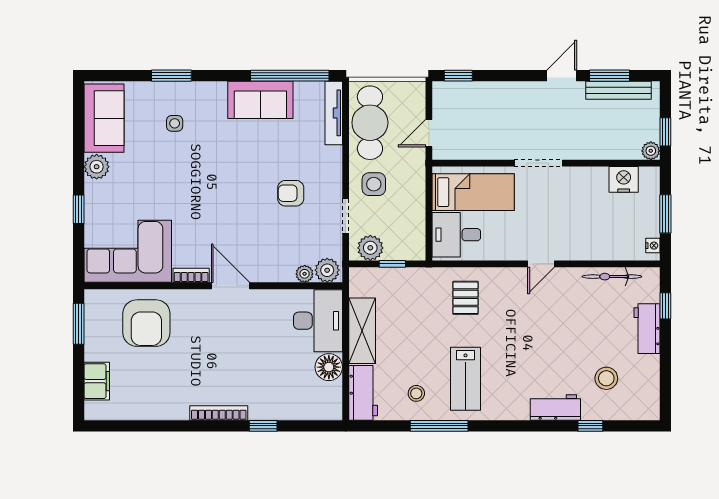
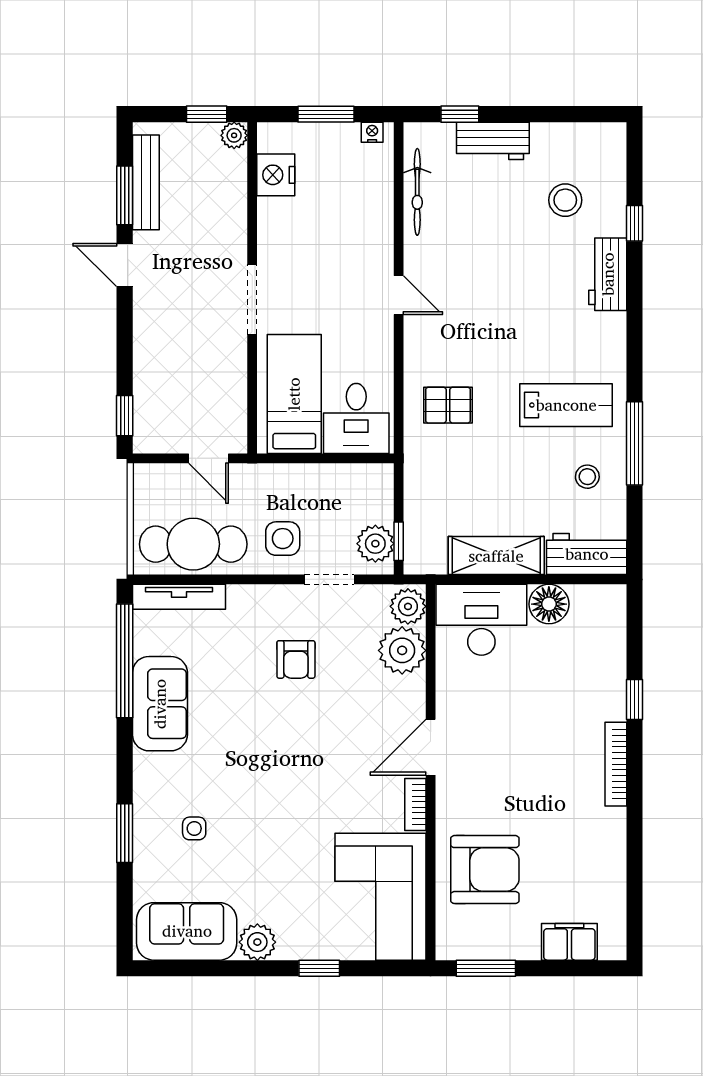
window: (392, 264) -> (399, 541), moved
plant: (305, 274) -> (402, 650), width x1.88, depth x1.88

